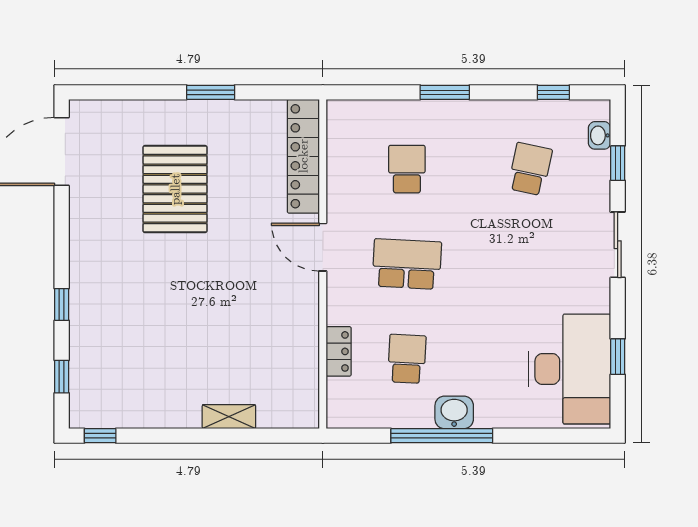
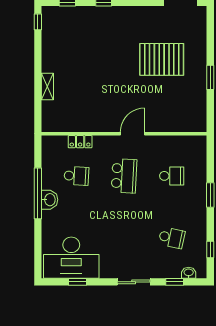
locker: (303, 156) -> (178, 124), removed

